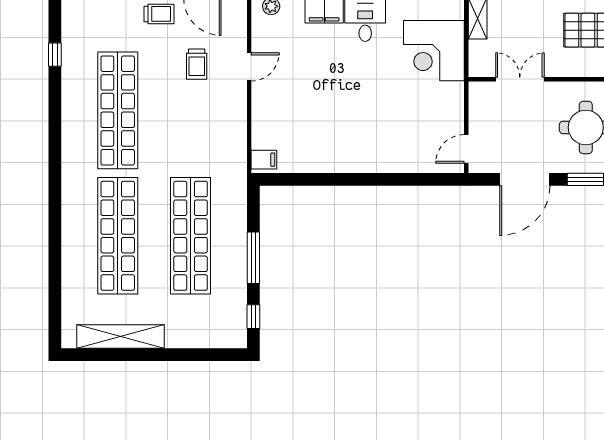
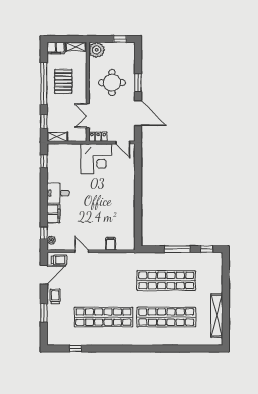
corner desk: (434, 51) -> (96, 159), moved
trolley: (197, 64) -> (59, 260), moved
locker: (478, 100) -> (98, 137), added
filing cabinet: (264, 160) -> (111, 244), moved

